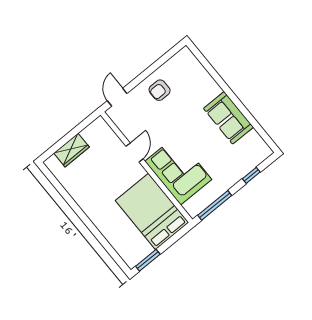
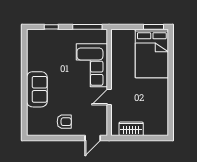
sofa: (228, 118) -> (37, 89), moved
wardrobe: (72, 150) -> (131, 129), moved
bed: (152, 212) -> (152, 54), moved

